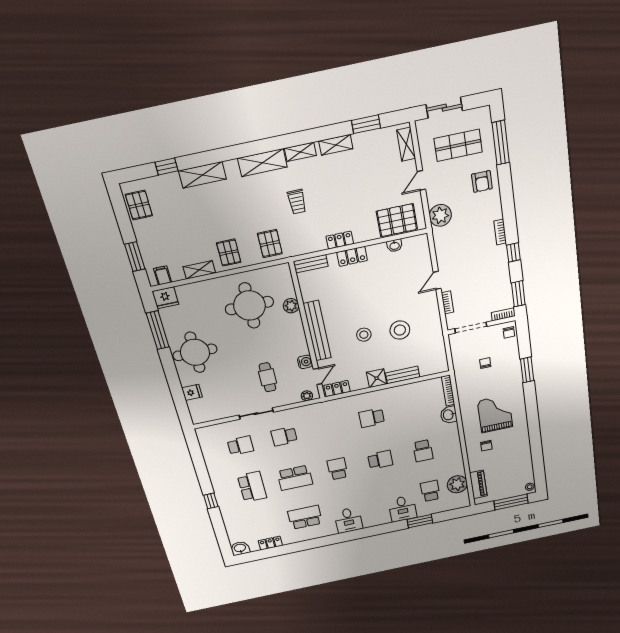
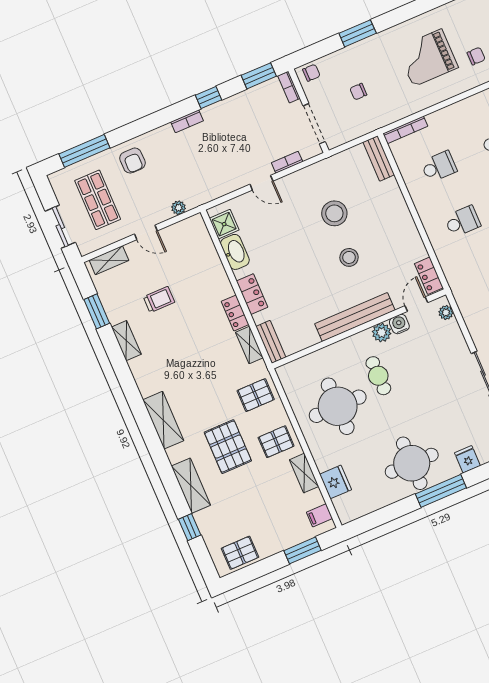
shelving: (300, 152) -> (249, 345), moved
armchair: (482, 181) -> (132, 161), turned 90
trolley: (297, 202) -> (159, 300), moved
plant: (440, 215) -> (178, 208), width x0.53, depth x0.53
pallet: (397, 220) -> (228, 447), moved
washbasin: (394, 246) -> (235, 252), width x1.91, depth x1.45
fridge: (165, 298) -> (336, 482), moved
plant: (291, 306) -> (382, 333), moved
window: (158, 330) -> (441, 491), moved
bench: (403, 375) -> (379, 158), moved
door: (318, 376) -> (416, 304), hinge flipped
cafe table: (268, 377) -> (378, 376), moved, turned 90
shower: (377, 378) -> (224, 224), moved
school desk: (415, 409) -> (439, 167), added
washbasin: (449, 415) -> (440, 120), removed
school desk: (372, 418) -> (462, 221), turned -90

